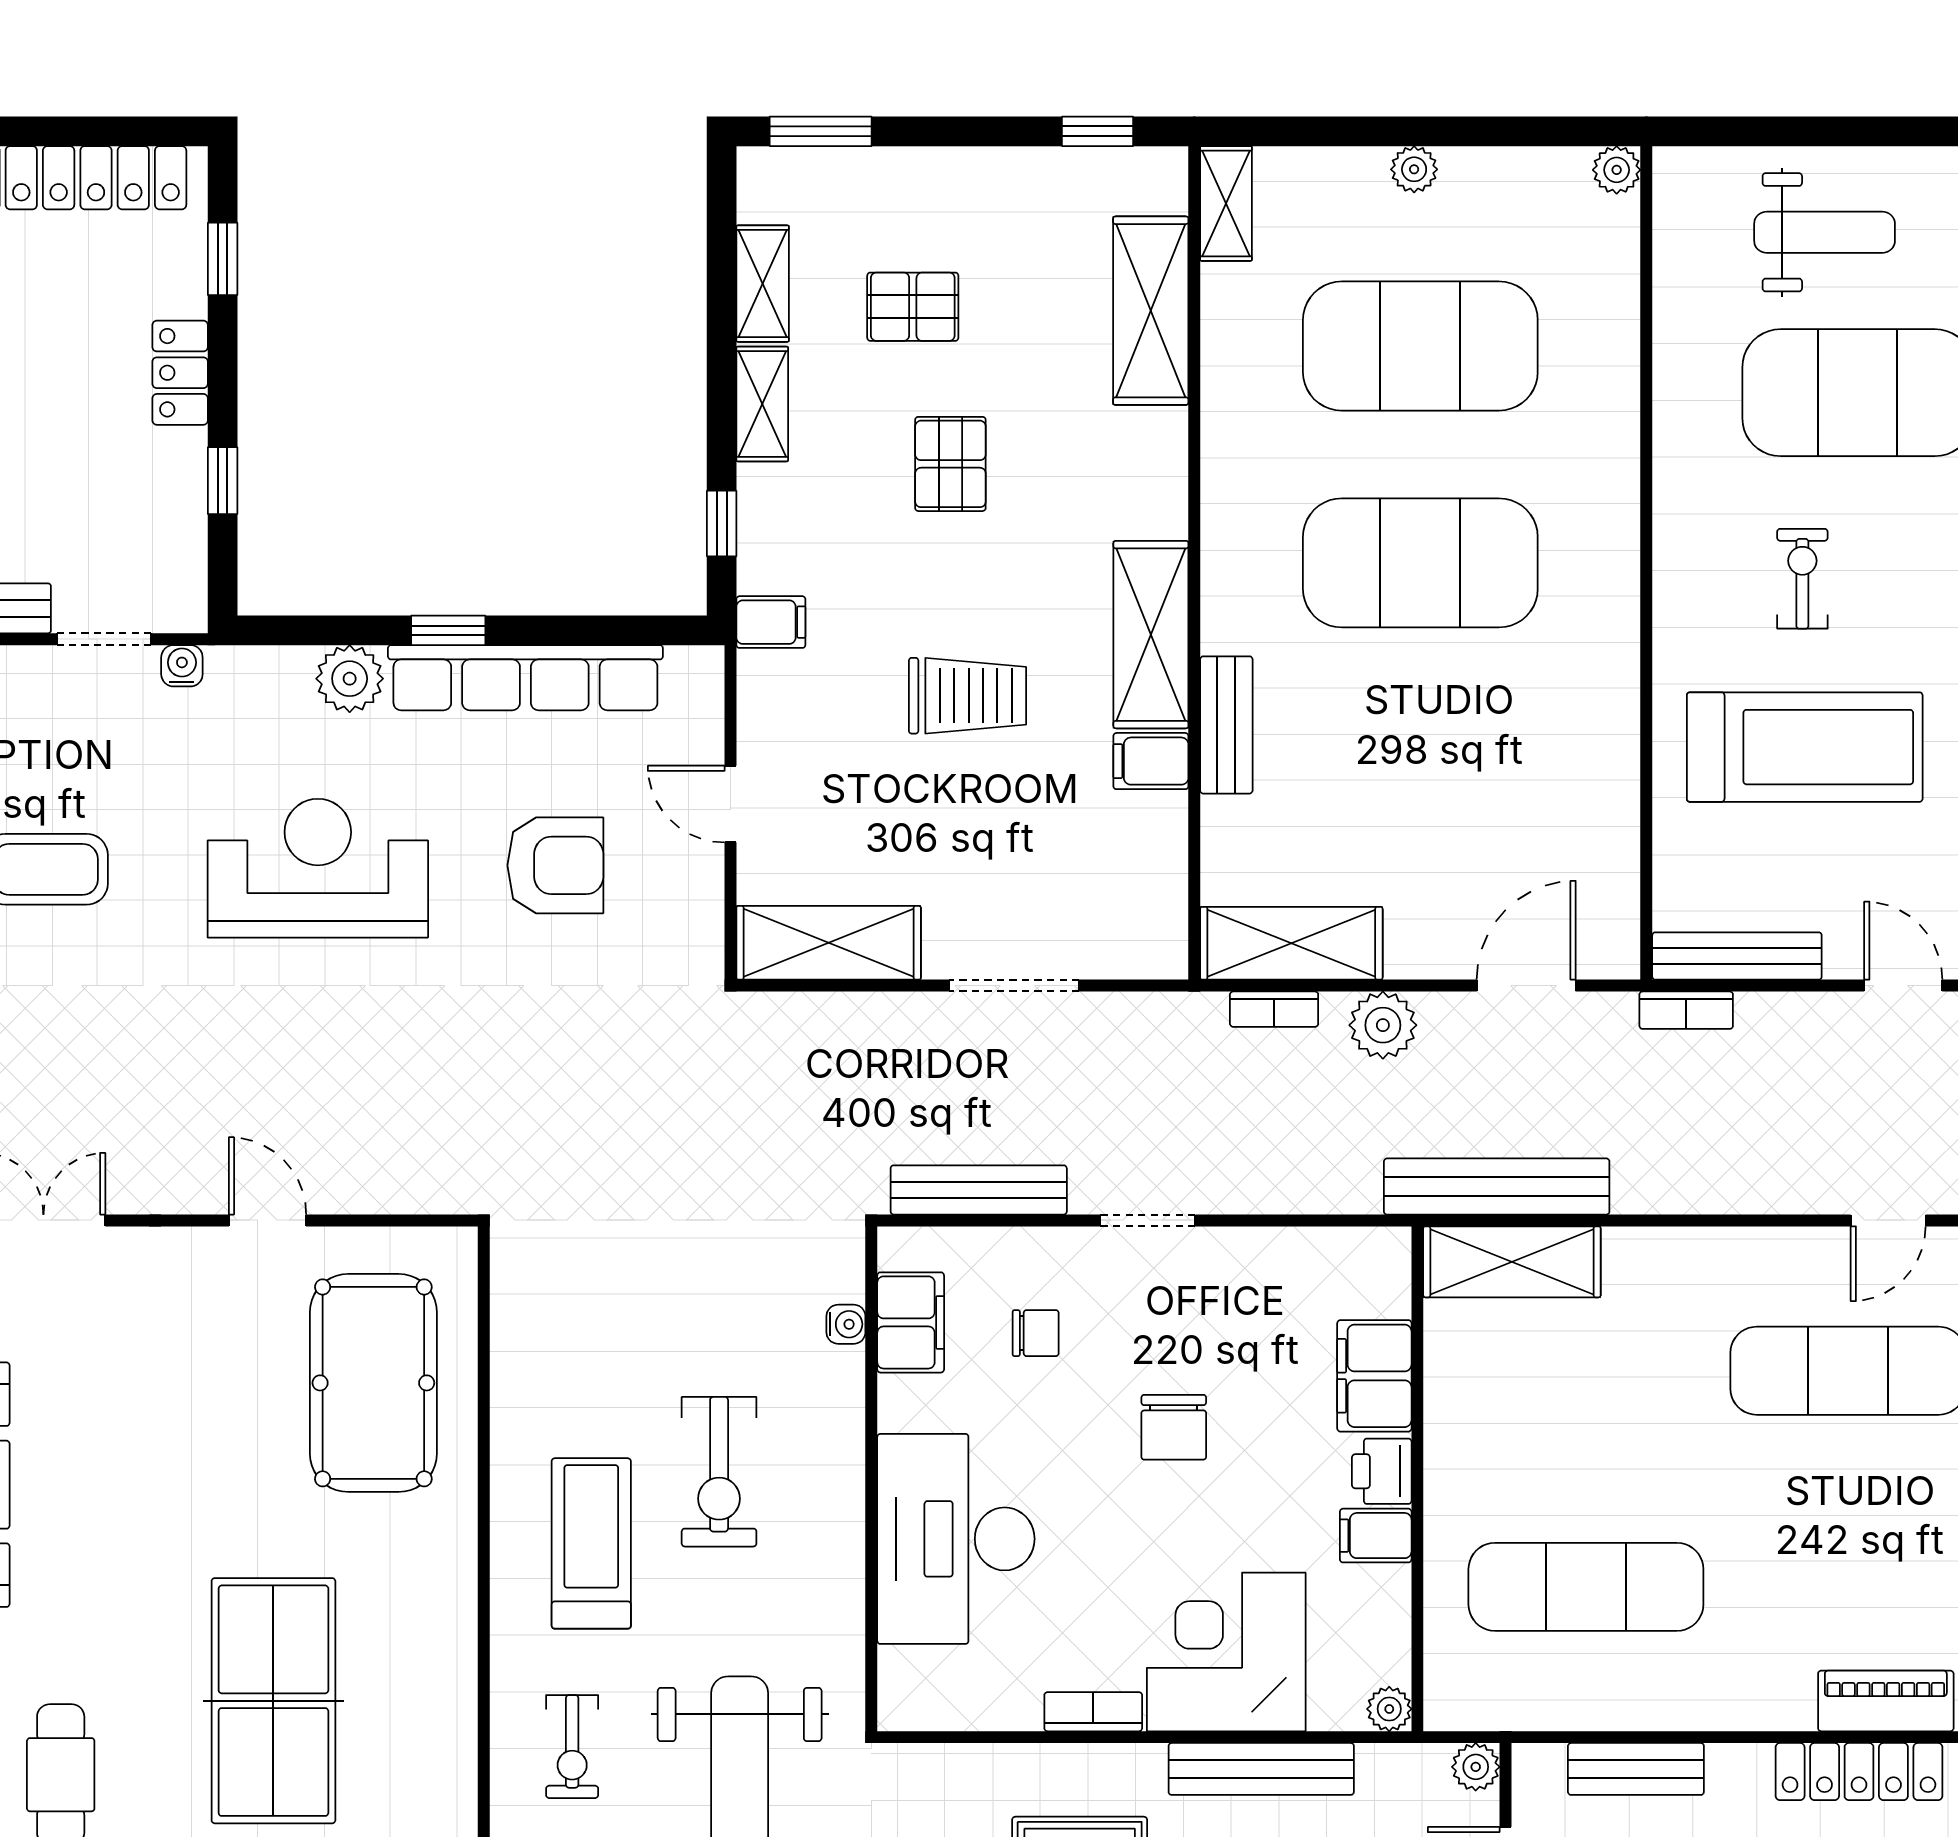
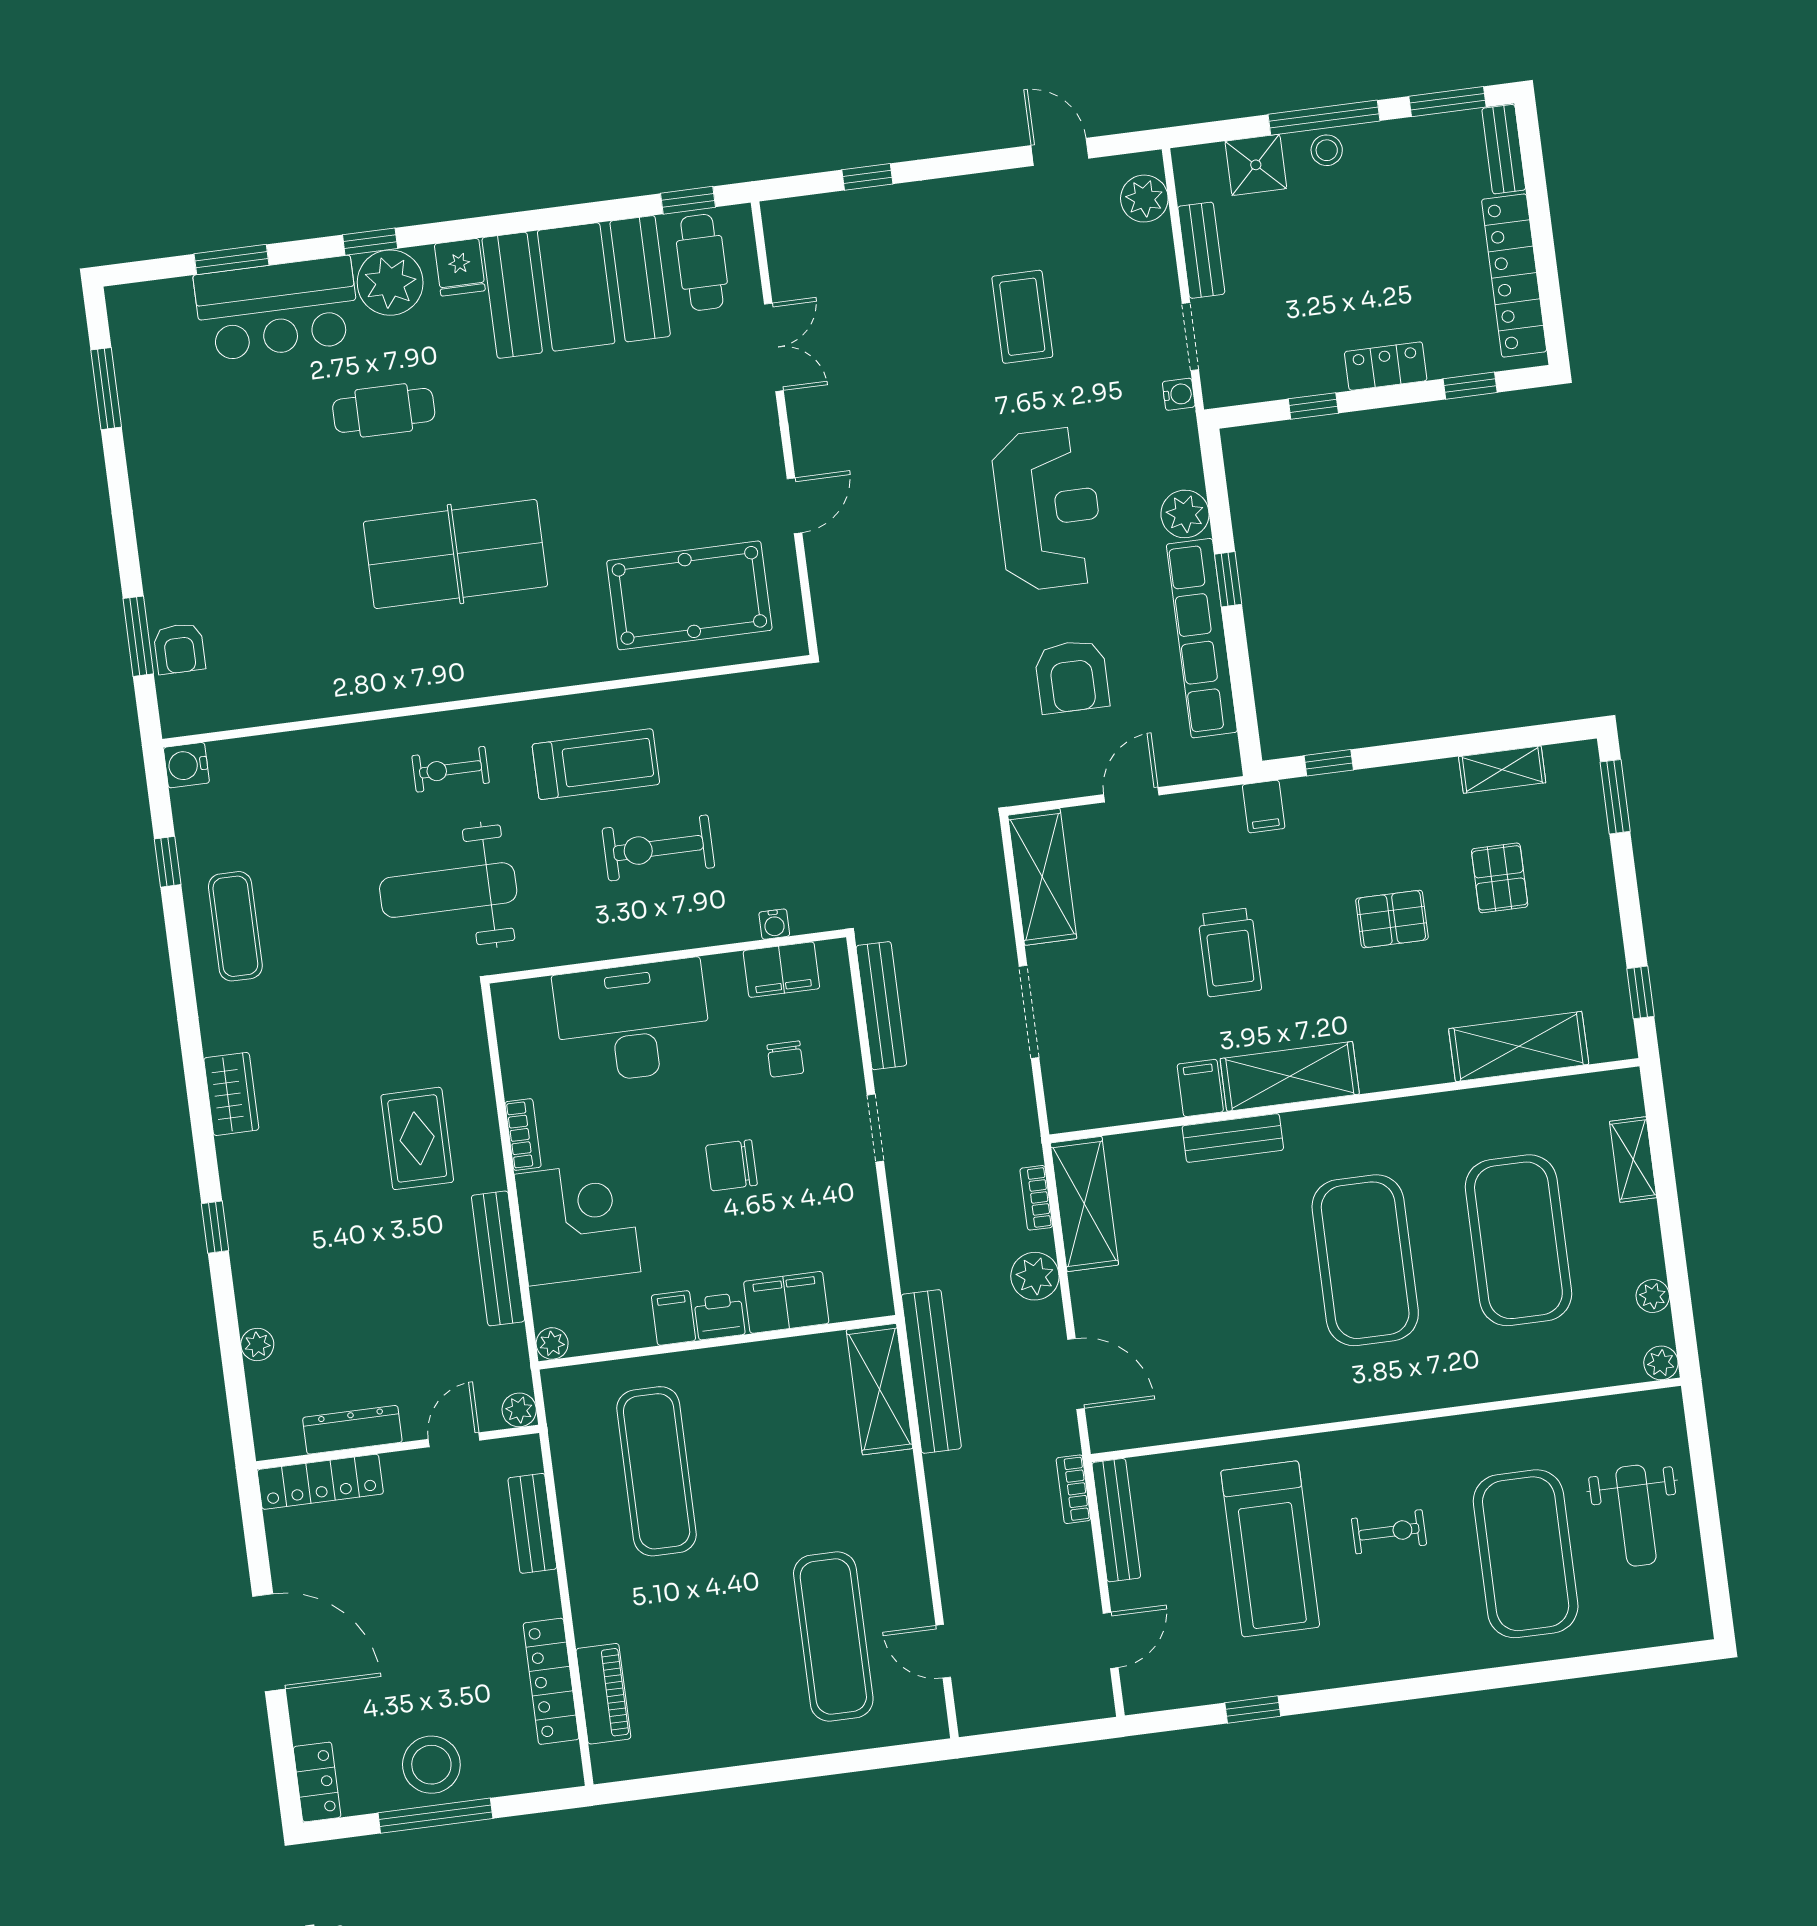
plant: (1414, 169) -> (1653, 1296), moved
shelving: (1226, 204) -> (1633, 1160), moved, turned 90
shelving: (762, 404) -> (1417, 780), removed

